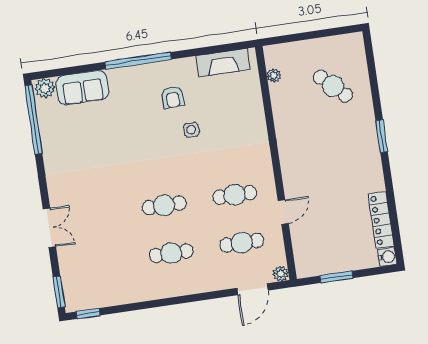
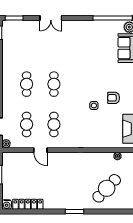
cafe table: (333, 86) -> (107, 188), width x1.37, depth x1.35

